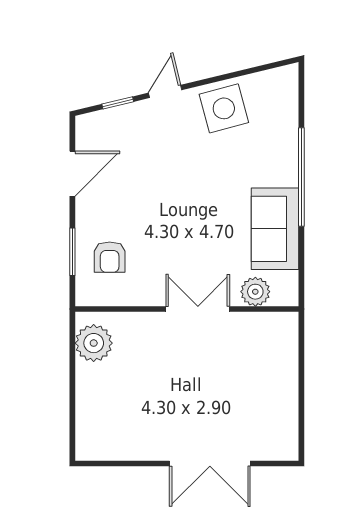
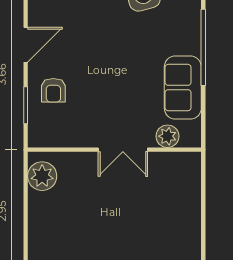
armchair: (110, 257) -> (53, 90), moved
double door: (198, 309) -> (123, 150), swing flipped

